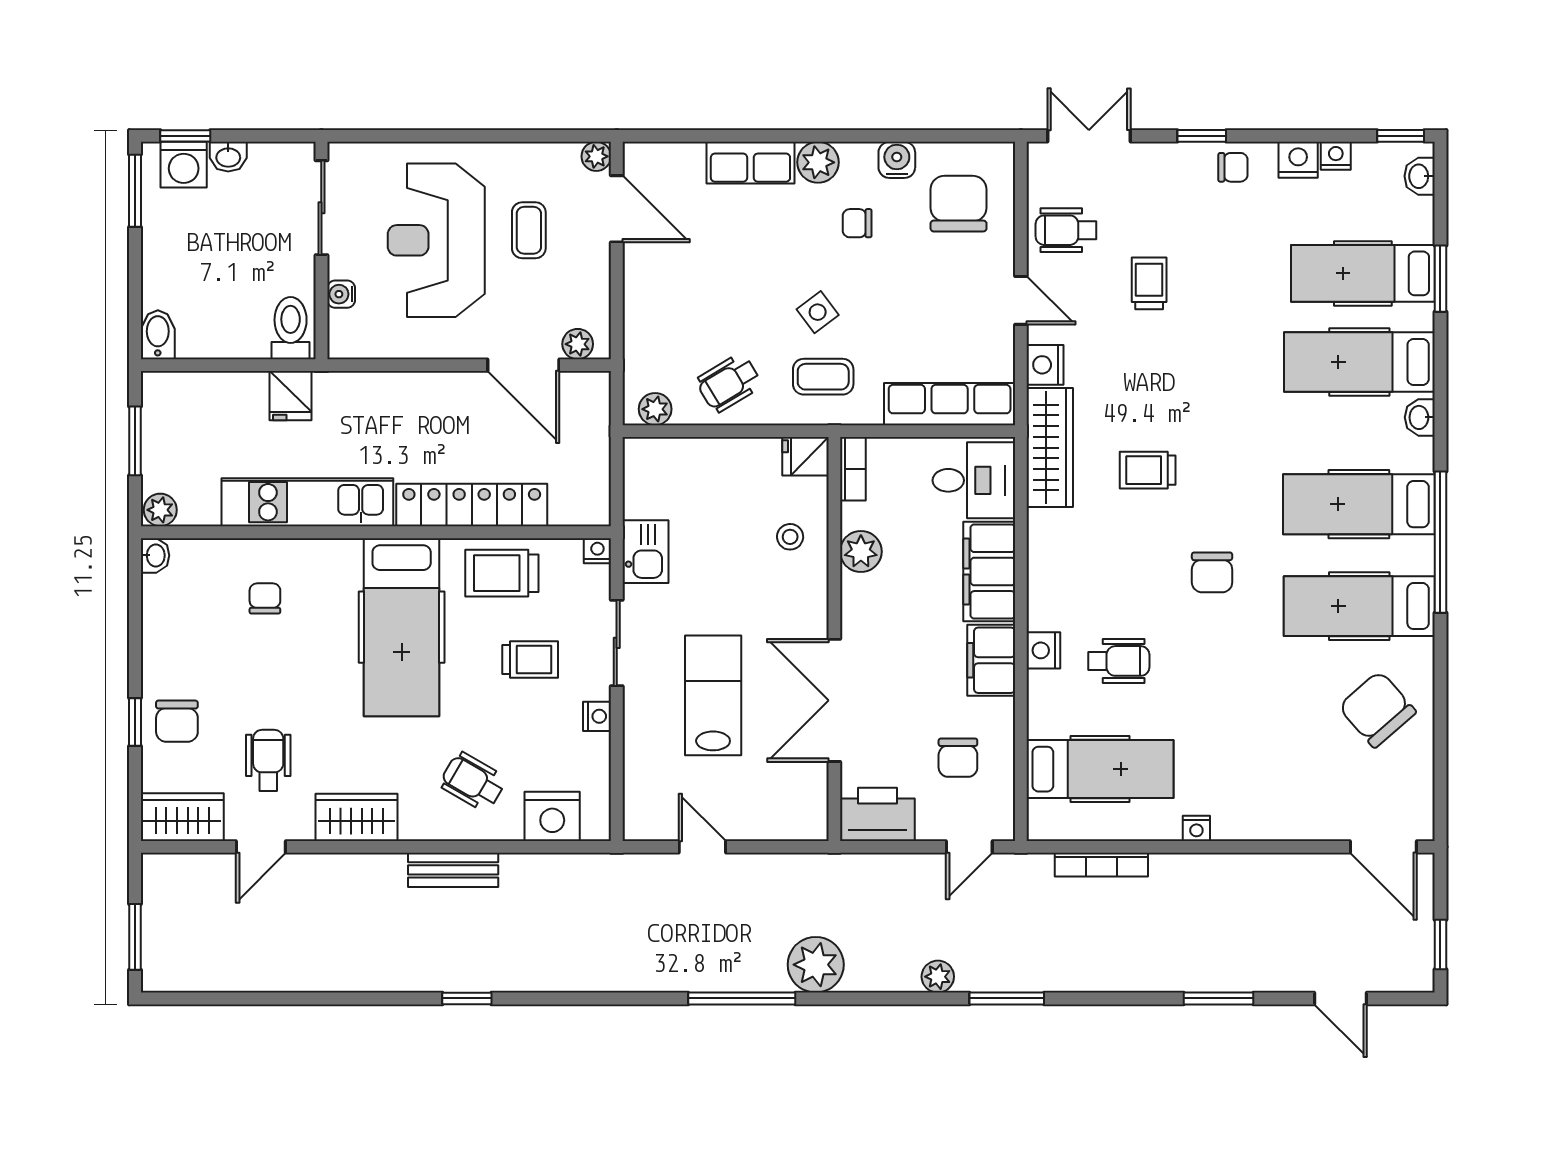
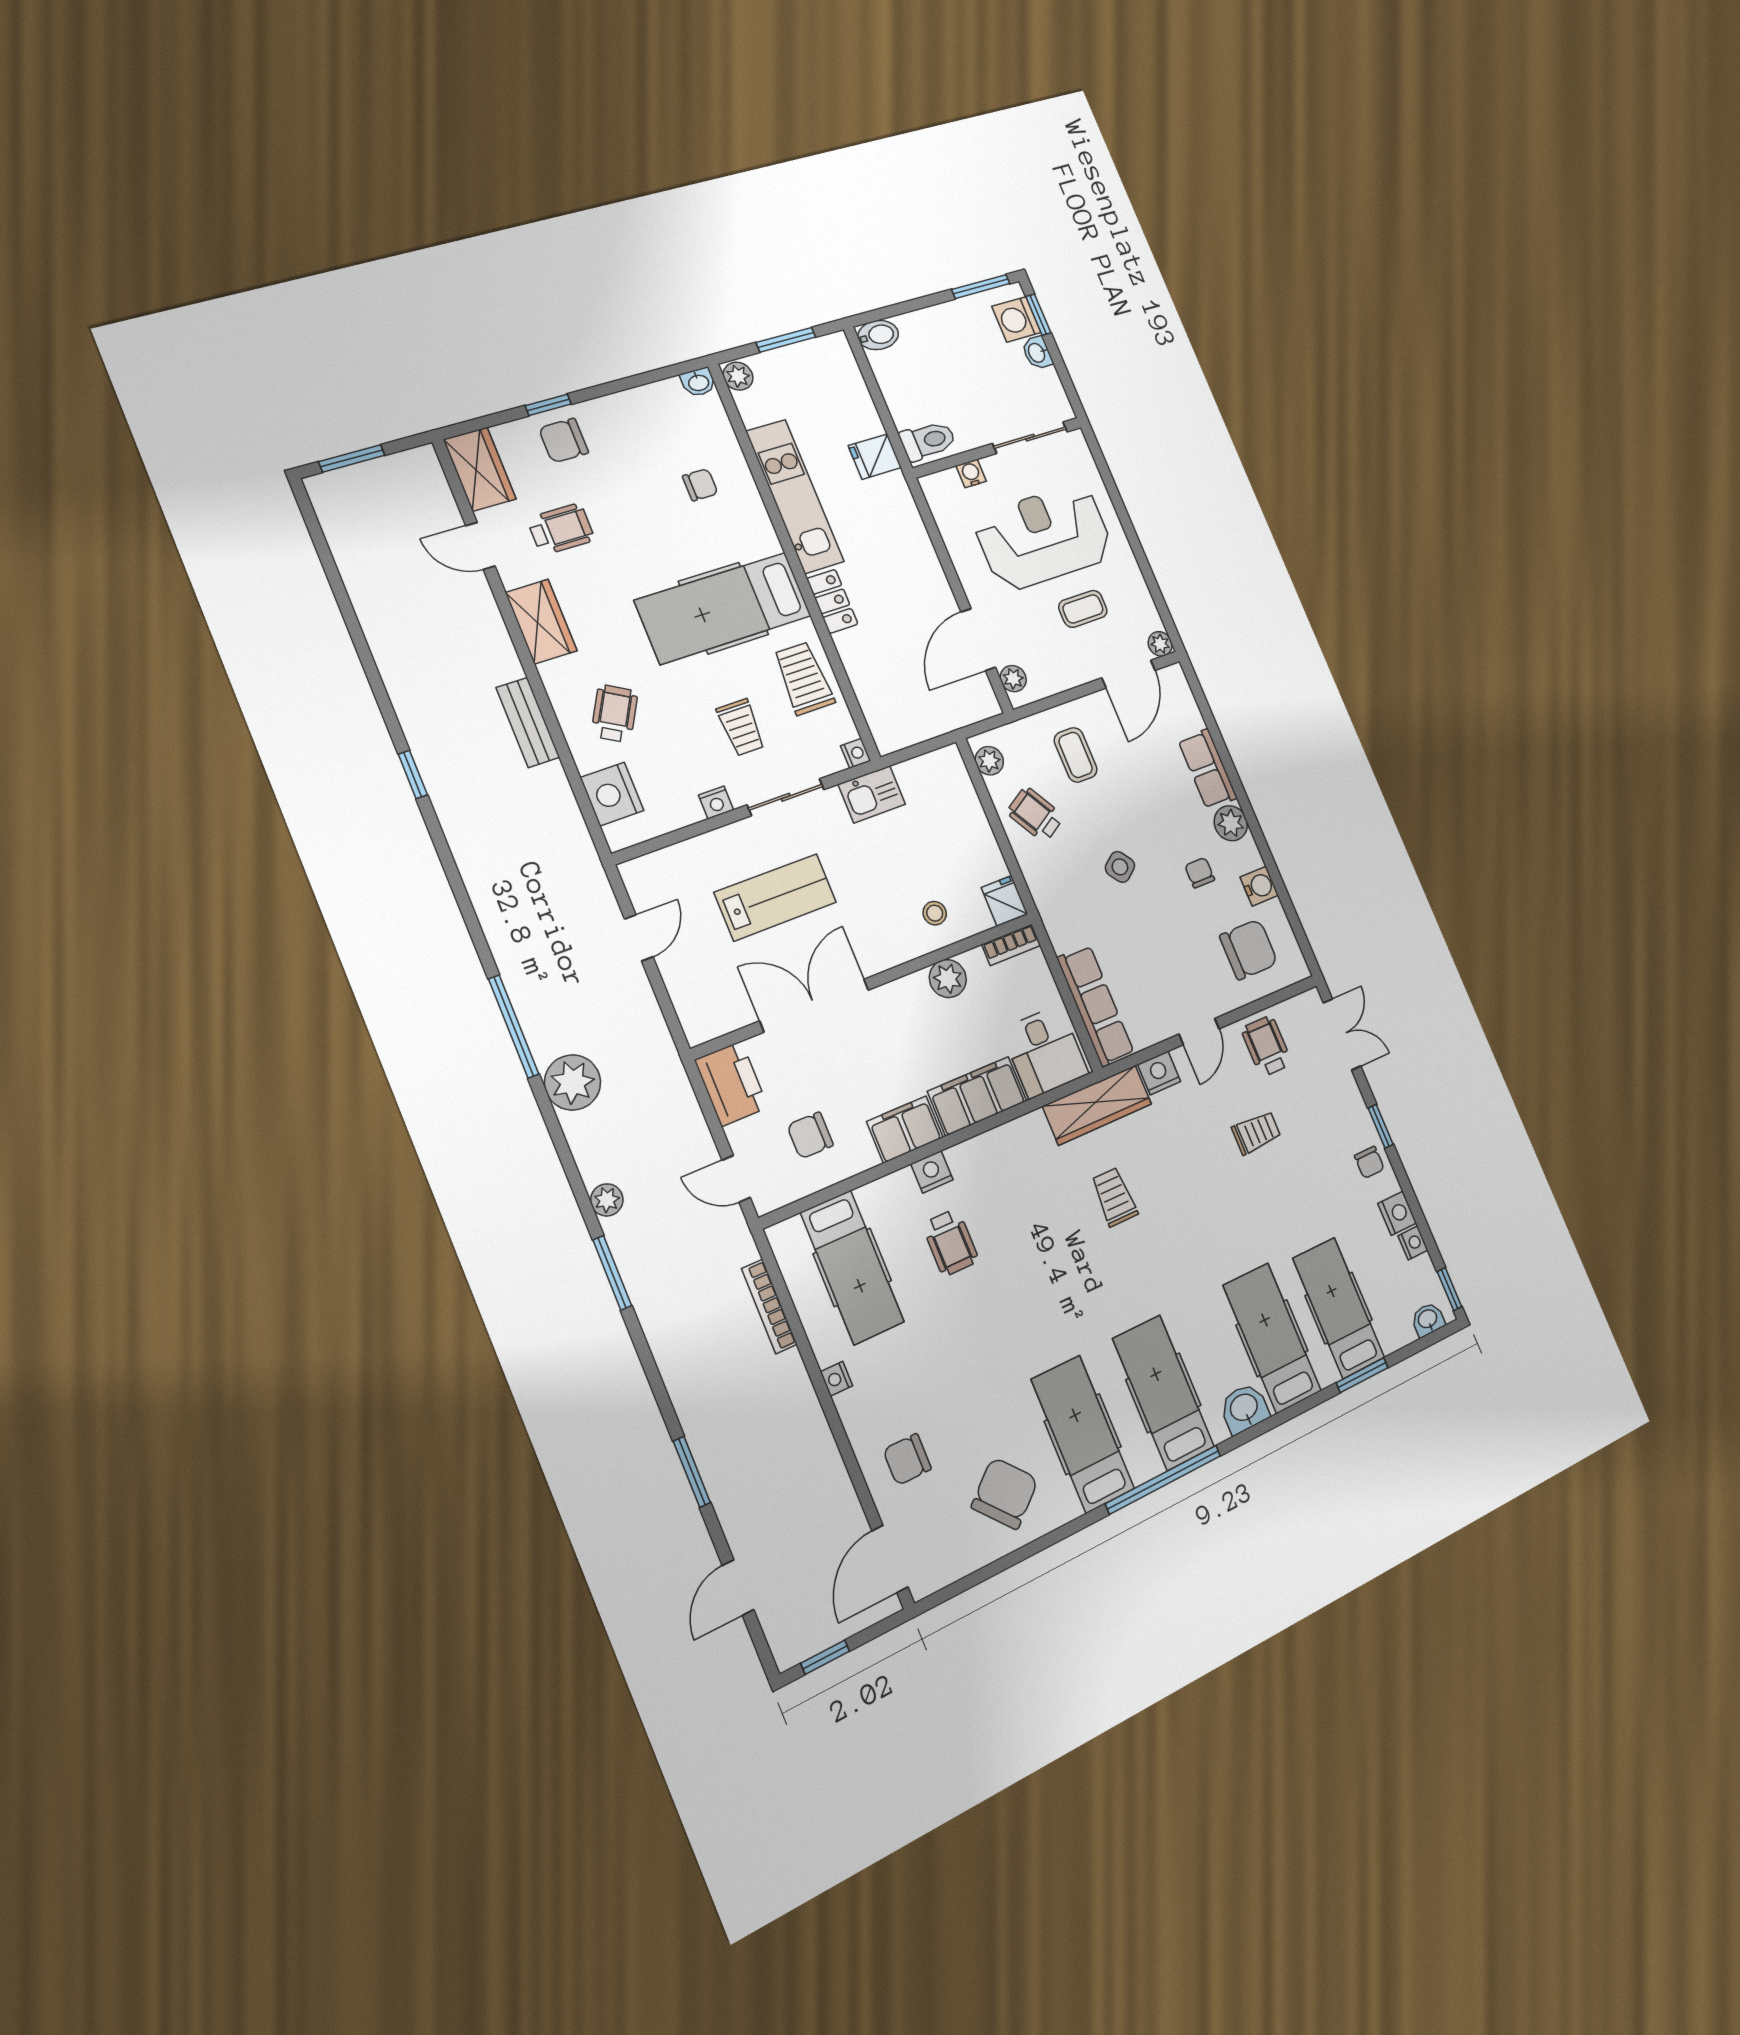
coffee table: (823, 377) -> (1076, 755), moved
washbasin: (1420, 417) -> (1244, 1408), width x1.38, depth x1.45
locker: (472, 505) -> (832, 601), width x0.46, depth x0.83
chair: (1212, 572) -> (907, 1459), moved

